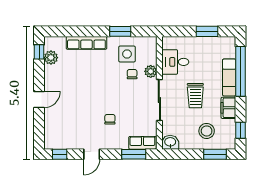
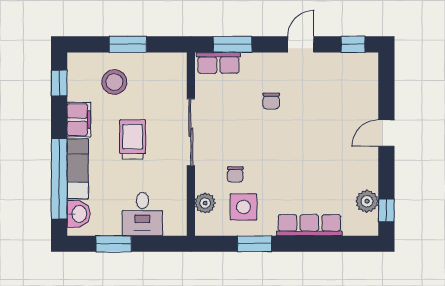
desk: (175, 62) -> (142, 214), moved, turned 90
plant: (151, 71) -> (205, 203), moved
washbasin: (170, 142) -> (79, 214), moved, turned -90
window: (215, 154) -> (128, 44), moved

